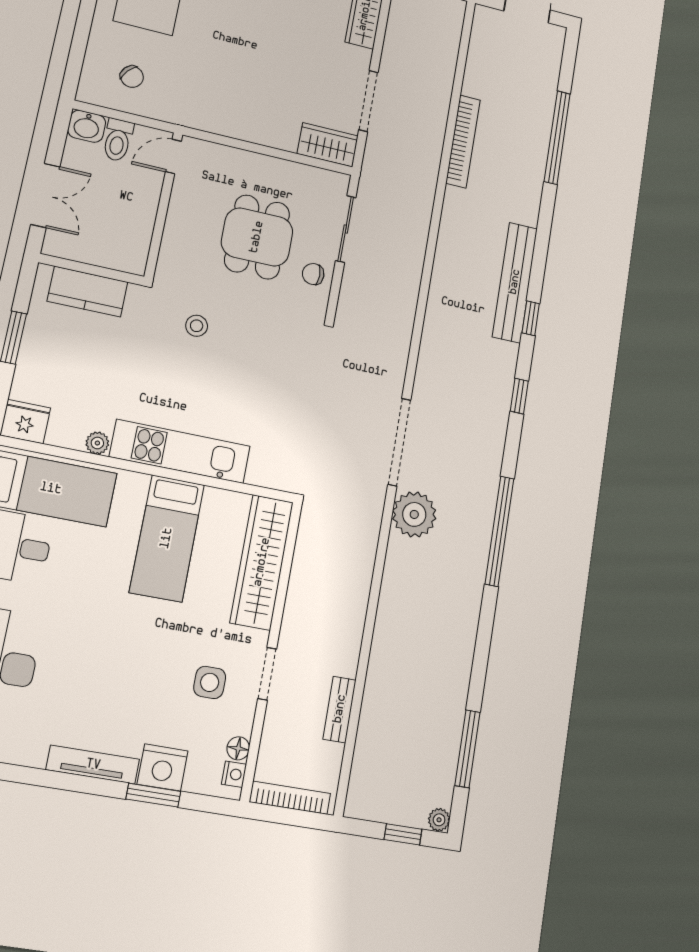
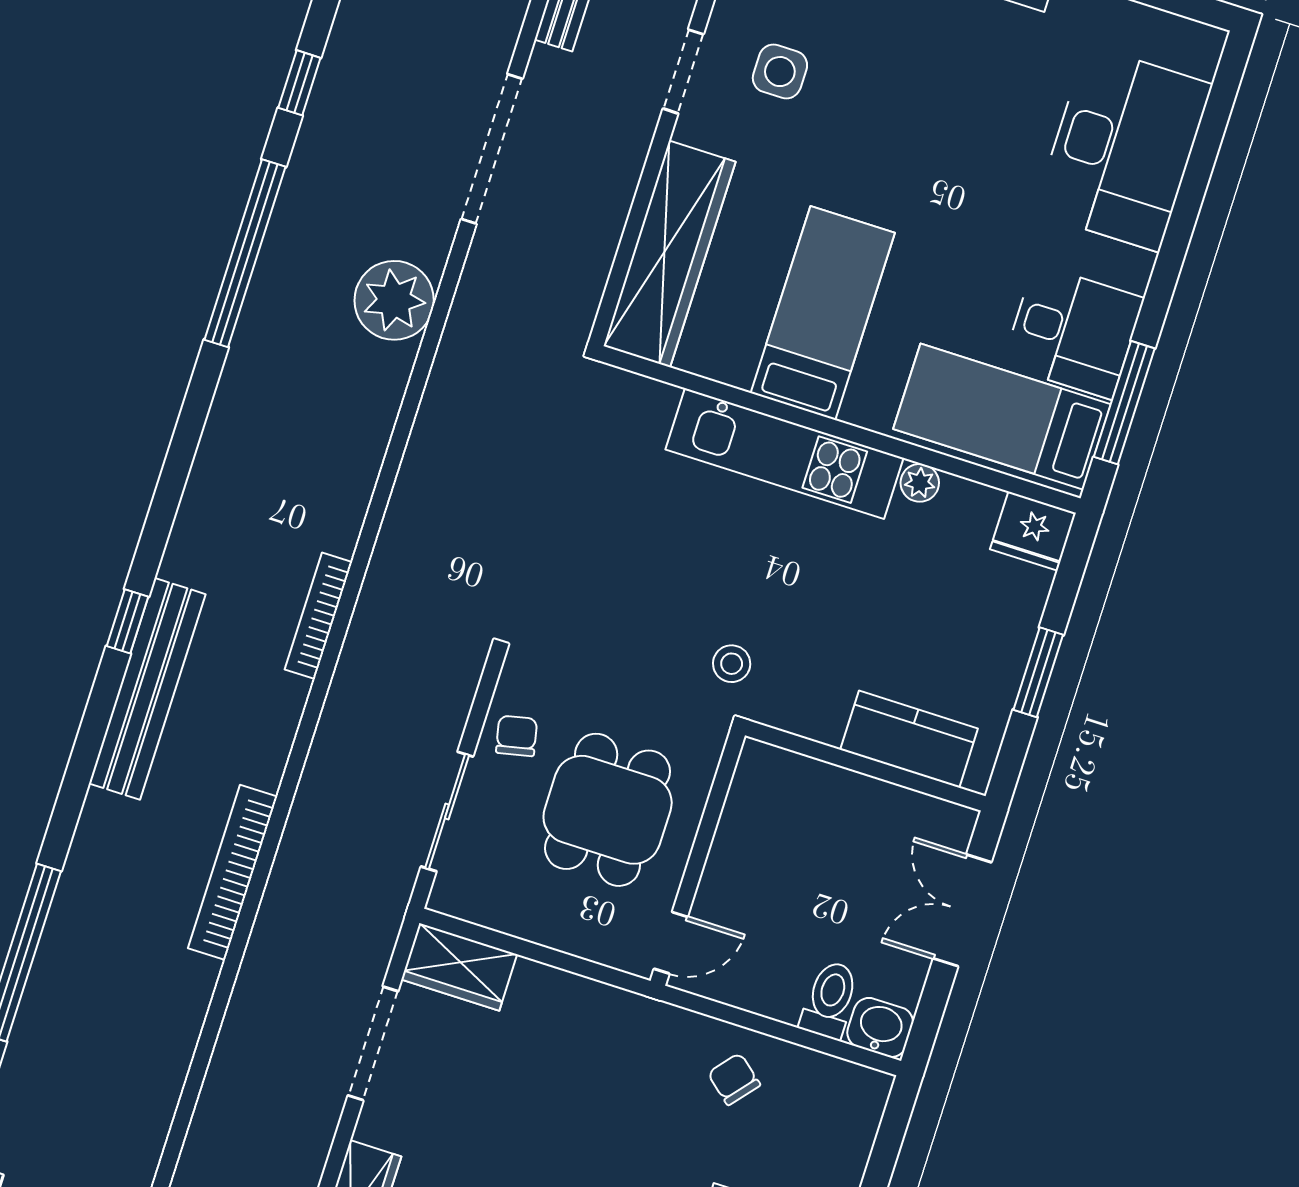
chair: (132, 77) -> (734, 1079), moved
bookcase: (463, 141) -> (233, 872), moved
door: (173, 157) -> (671, 943), moved
wall: (163, 205) -> (698, 858), moved
chair: (313, 274) -> (517, 736), turned -102
bookcase: (430, 331) -> (318, 616), added
window: (519, 396) -> (299, 83), moved
doorway: (399, 442) -> (492, 149), moved

